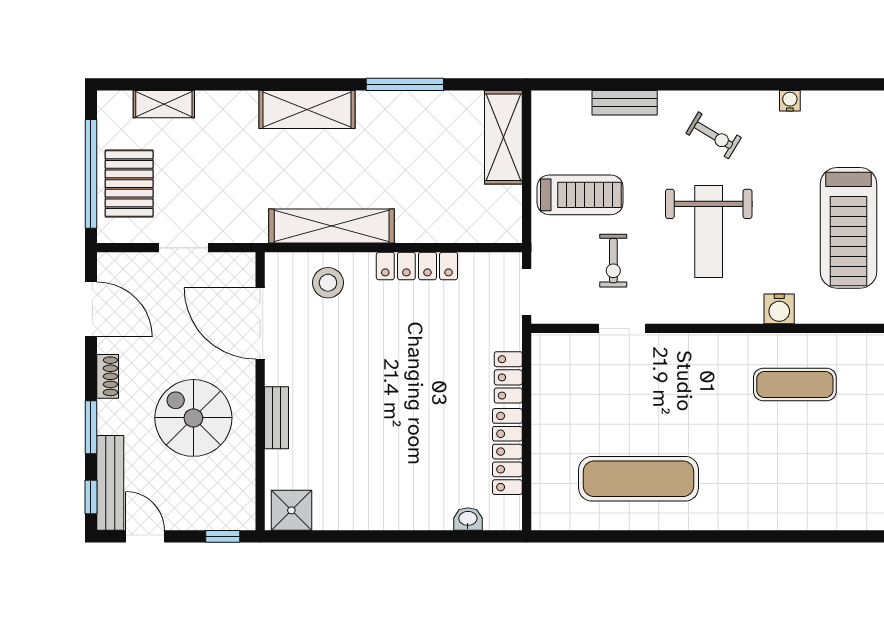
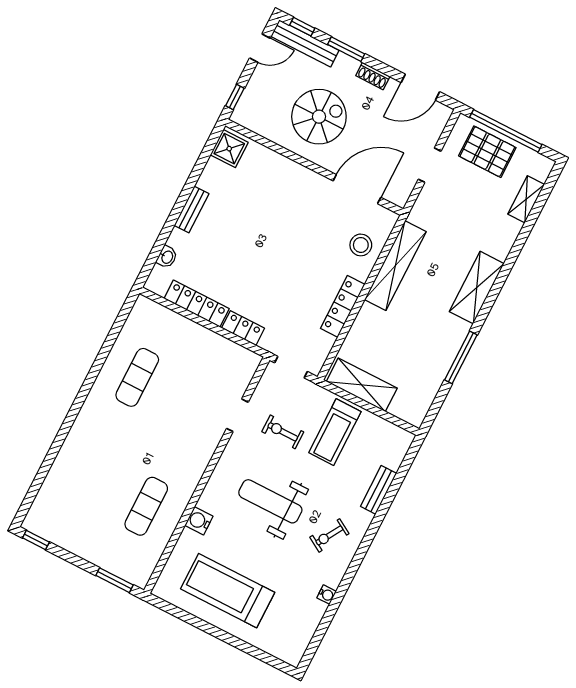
shelving: (503, 137) -> (362, 385), moved
bench: (277, 418) -> (192, 210), moved, turned 90
exercise mat: (638, 479) -> (137, 377), width x0.73, depth x0.69

